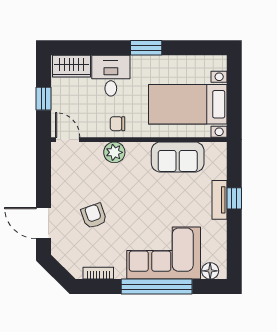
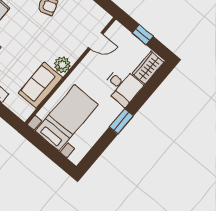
chair: (117, 124) -> (91, 66), removed
door: (68, 140) -> (96, 41), moved
plant: (114, 152) -> (62, 65), moved

